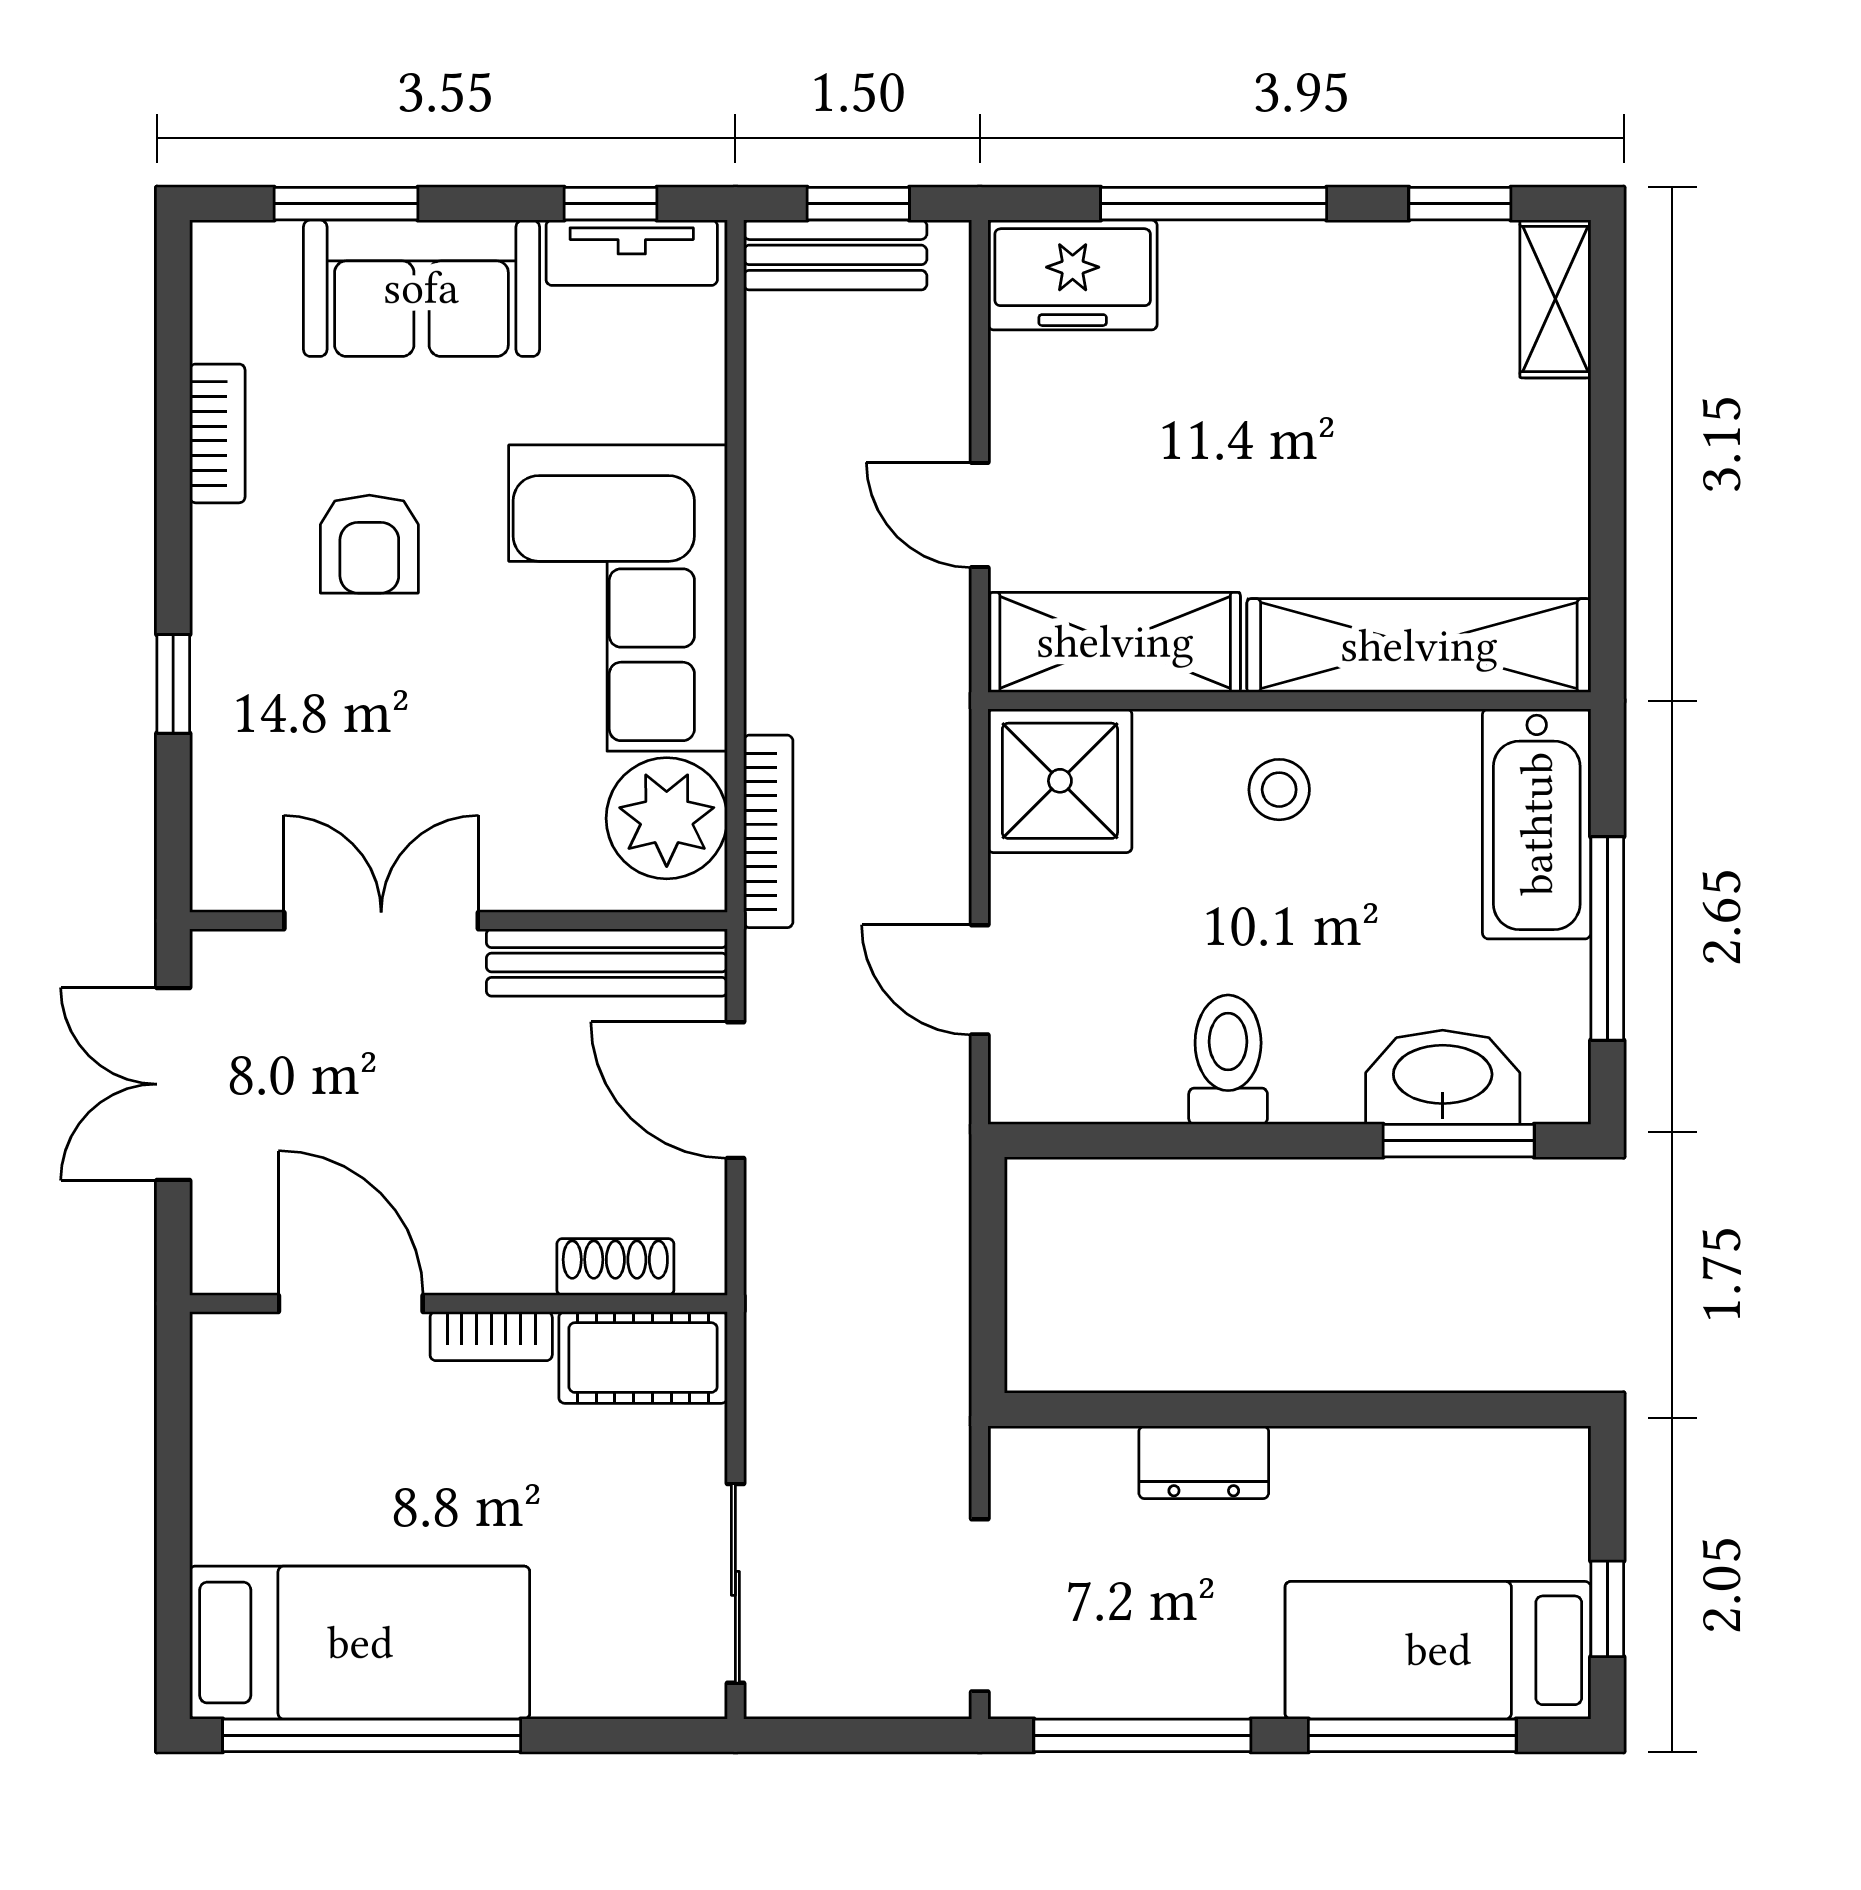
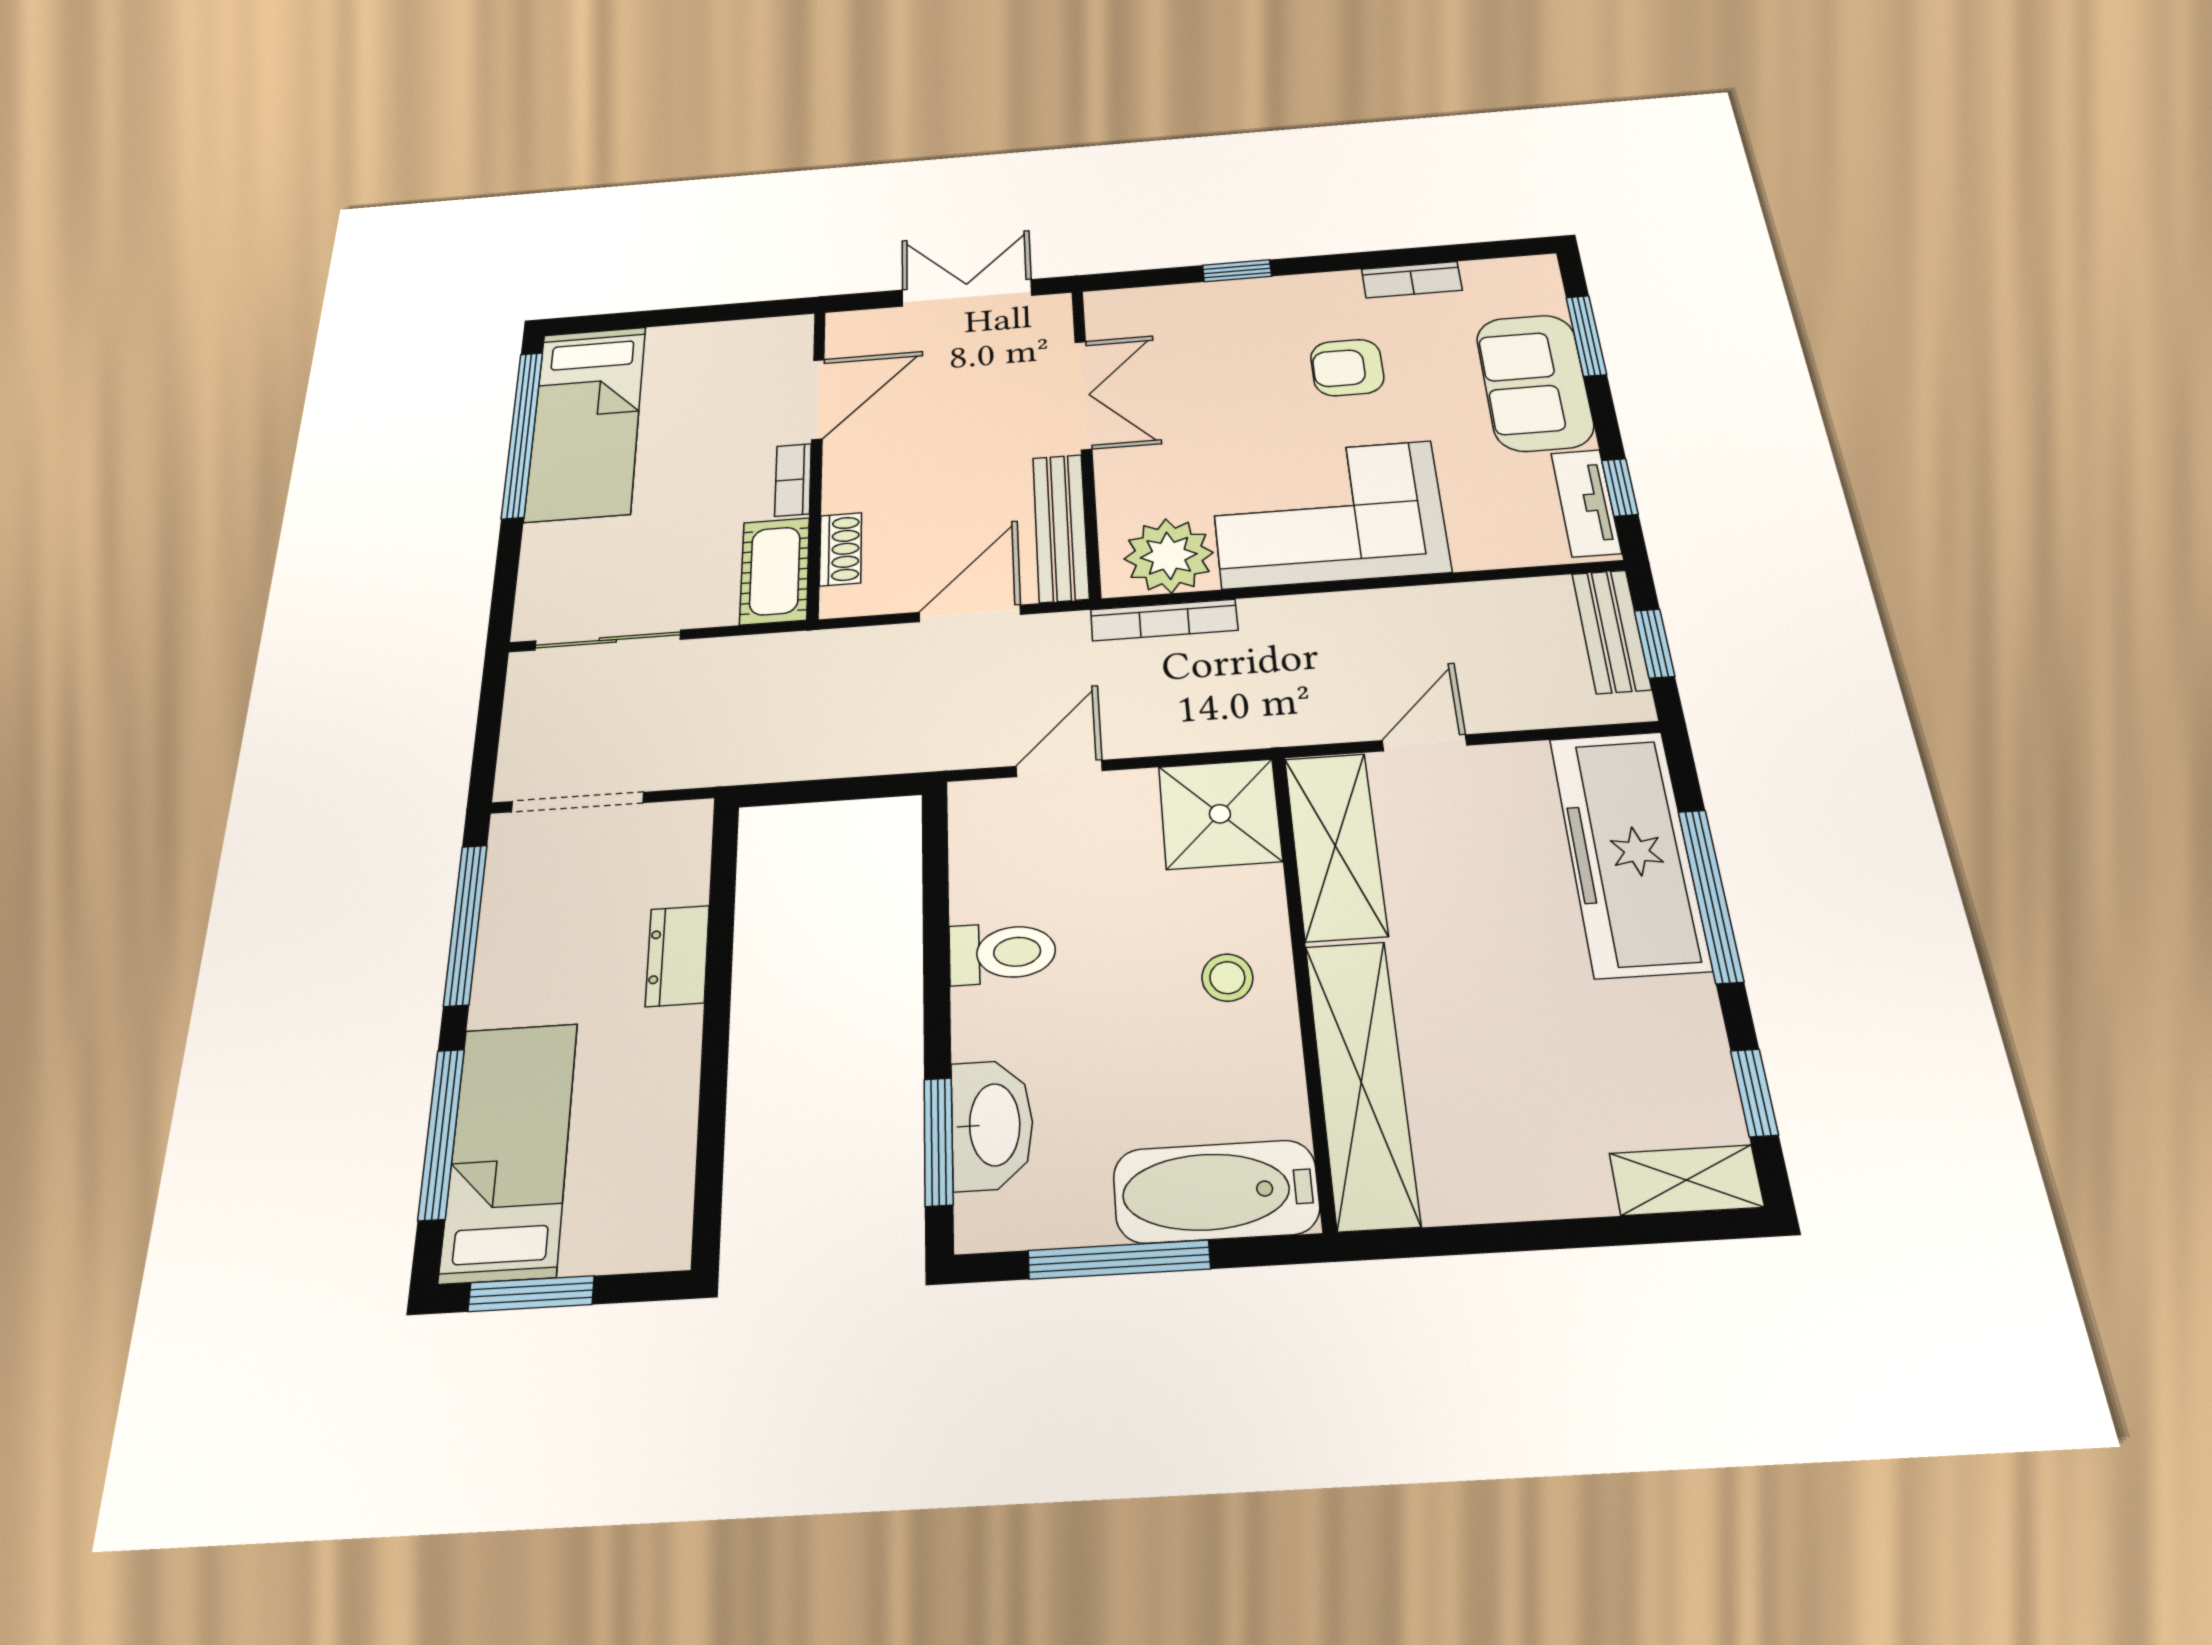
freezer: (1073, 275) -> (1629, 852), width x1.91, depth x1.26
window: (1607, 1609) -> (531, 1294), width x1.50

